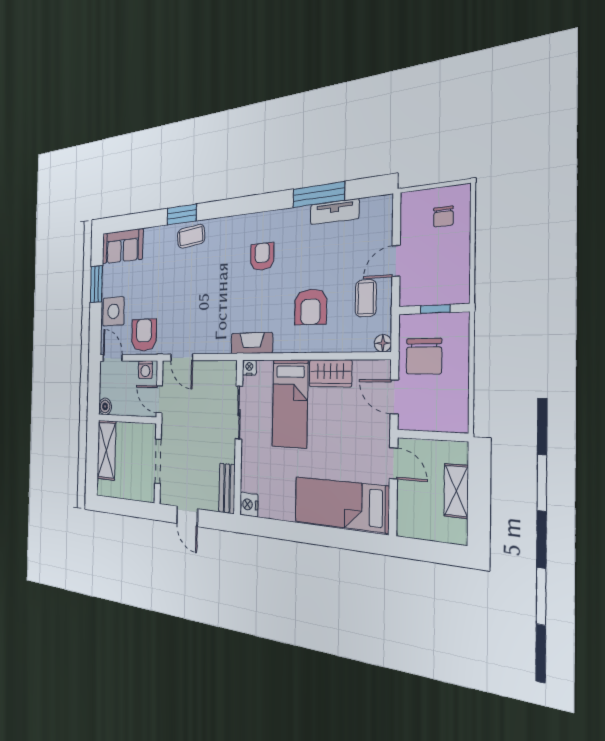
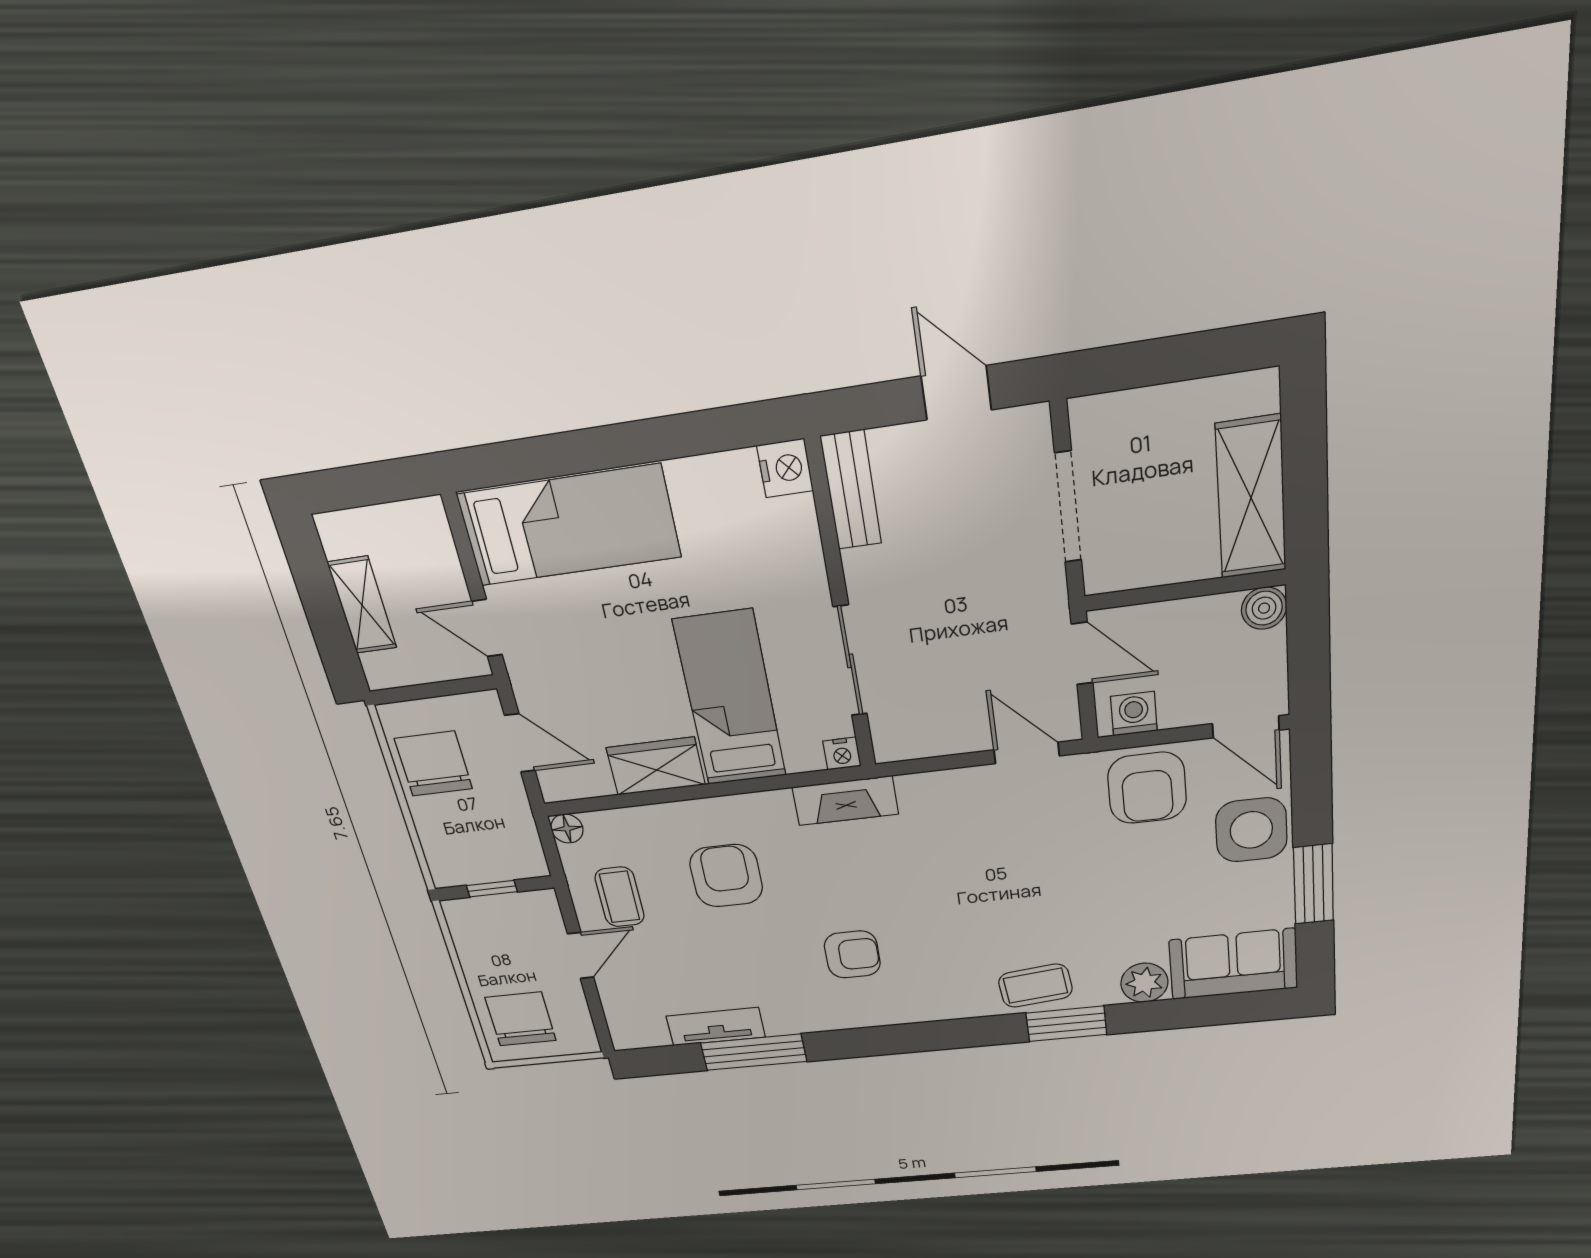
chair: (443, 216) -> (521, 1019), width x1.87, depth x1.87
plant: (152, 237) -> (1144, 983), added
armchair: (262, 257) -> (852, 954), turned -90
chair: (424, 356) -> (433, 764), moved

